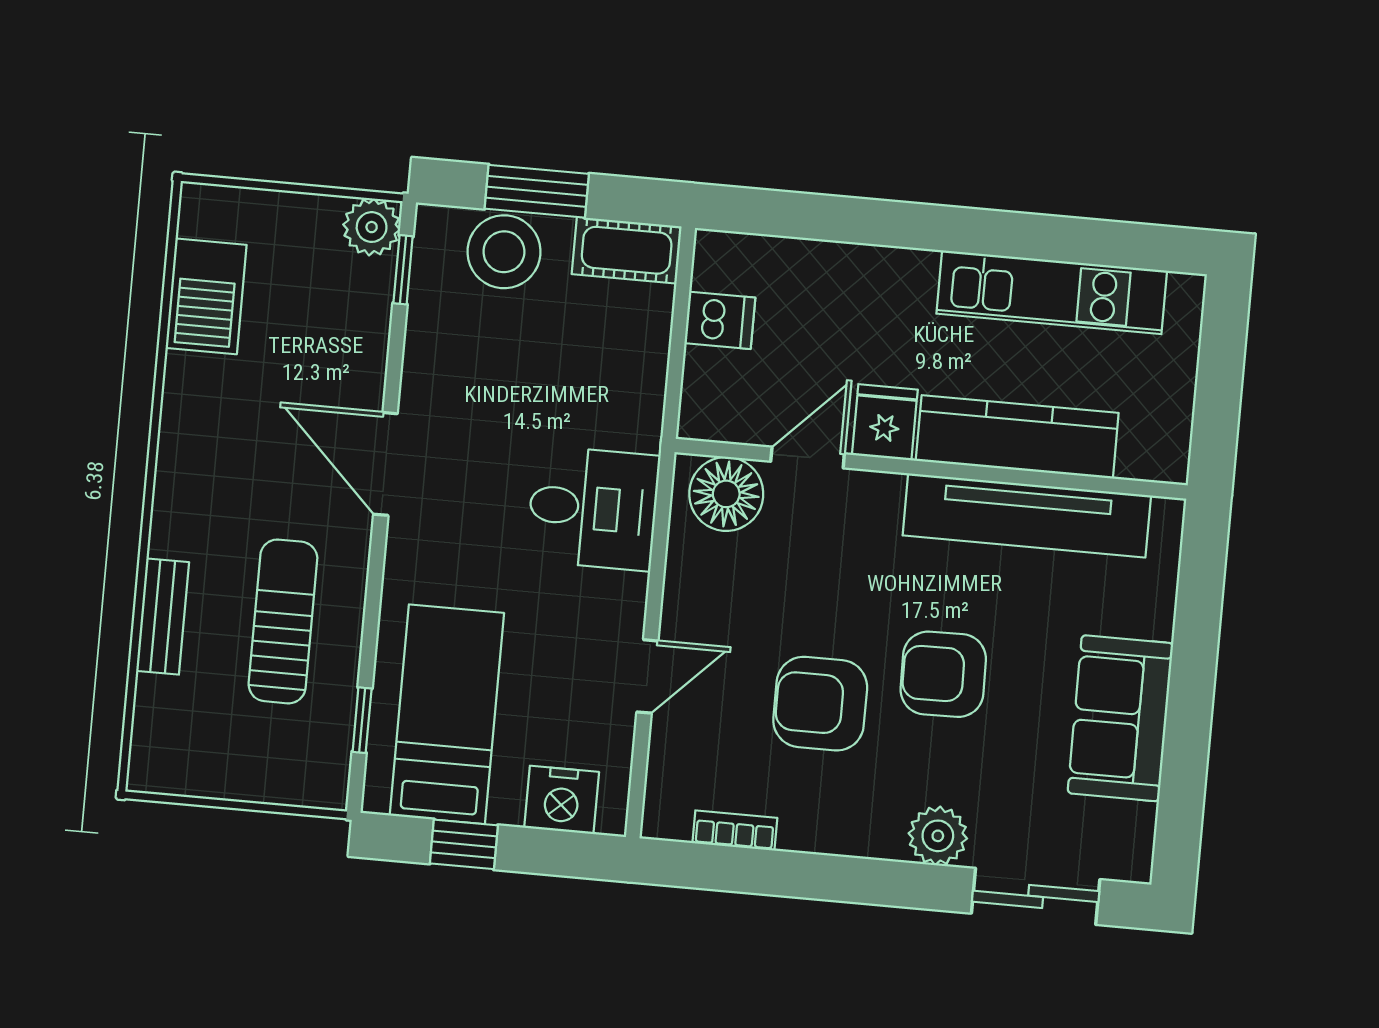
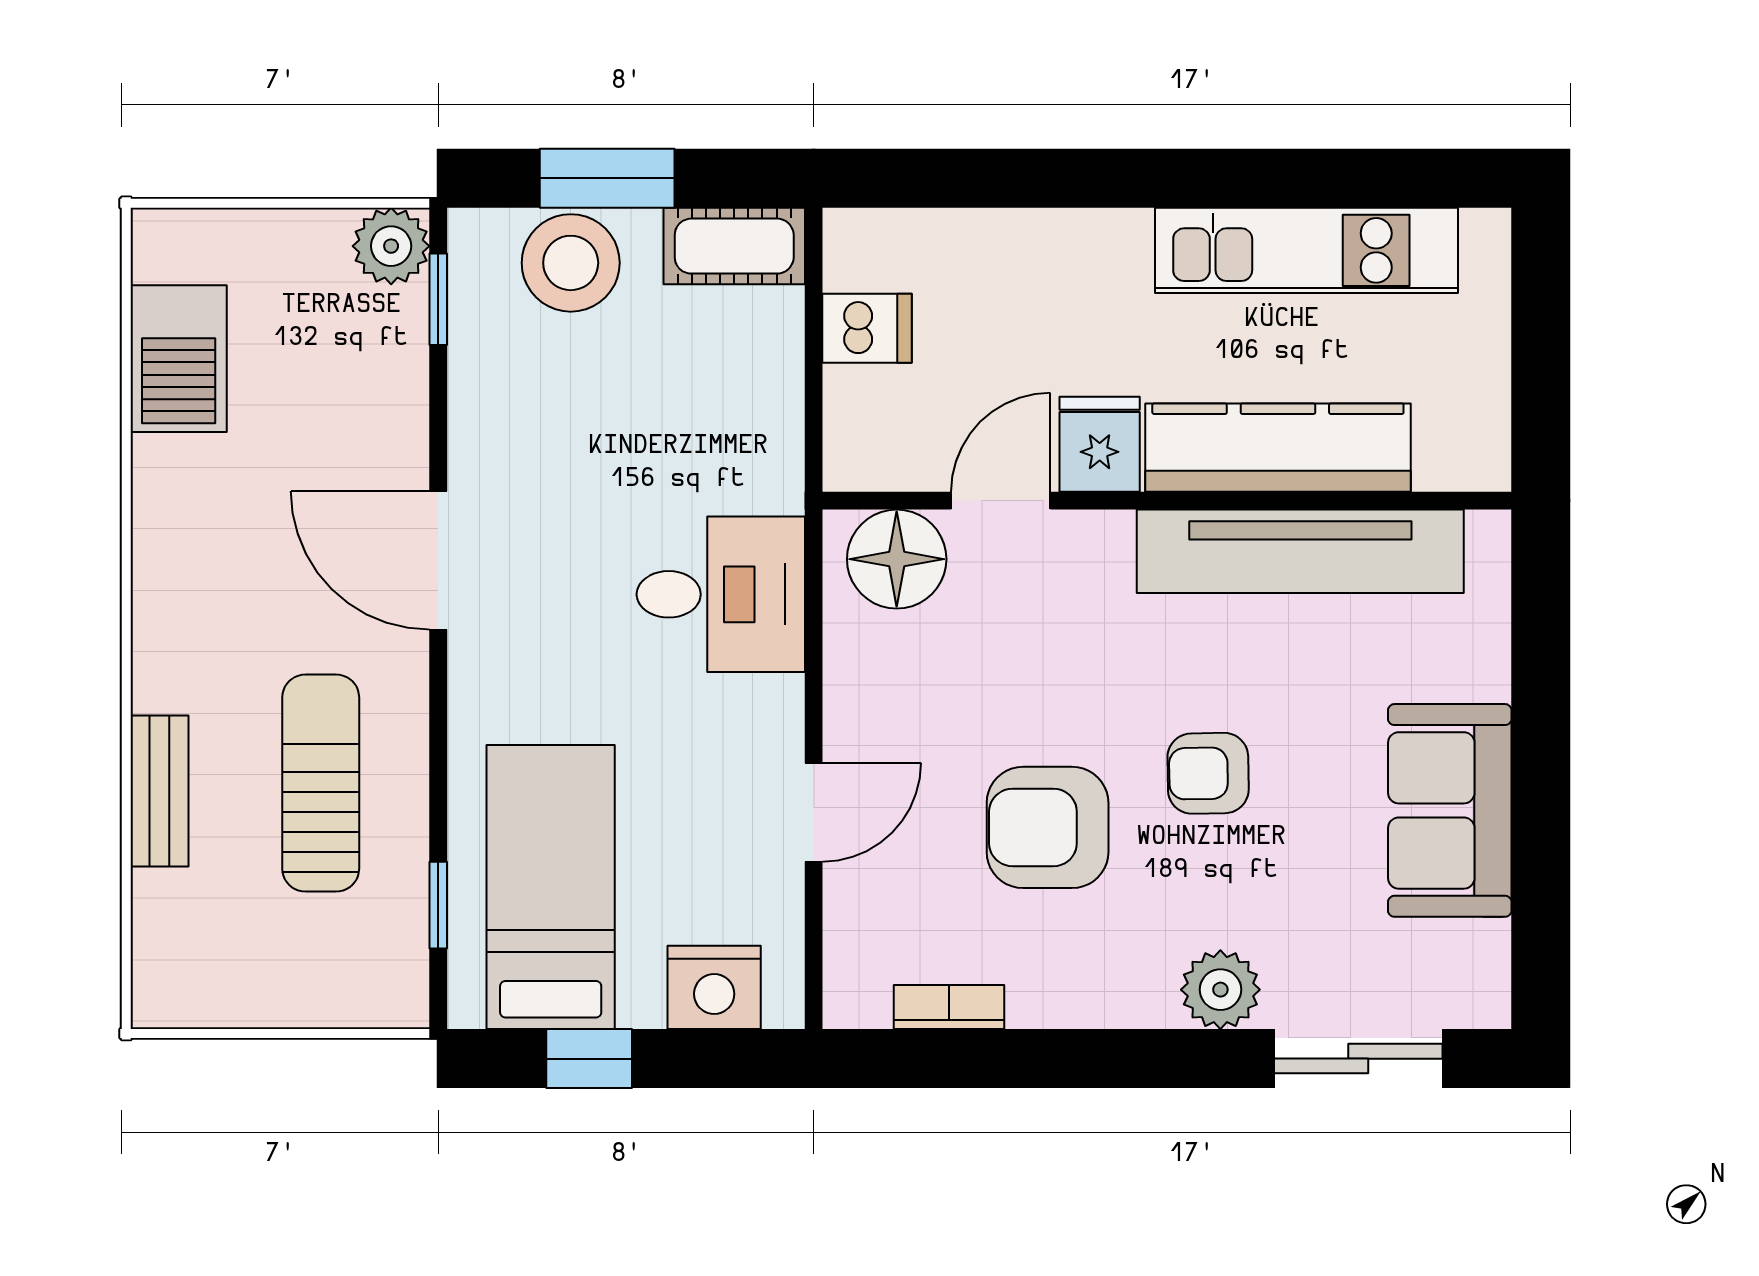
armchair: (943, 674) -> (1208, 773), width x0.72, depth x0.72

